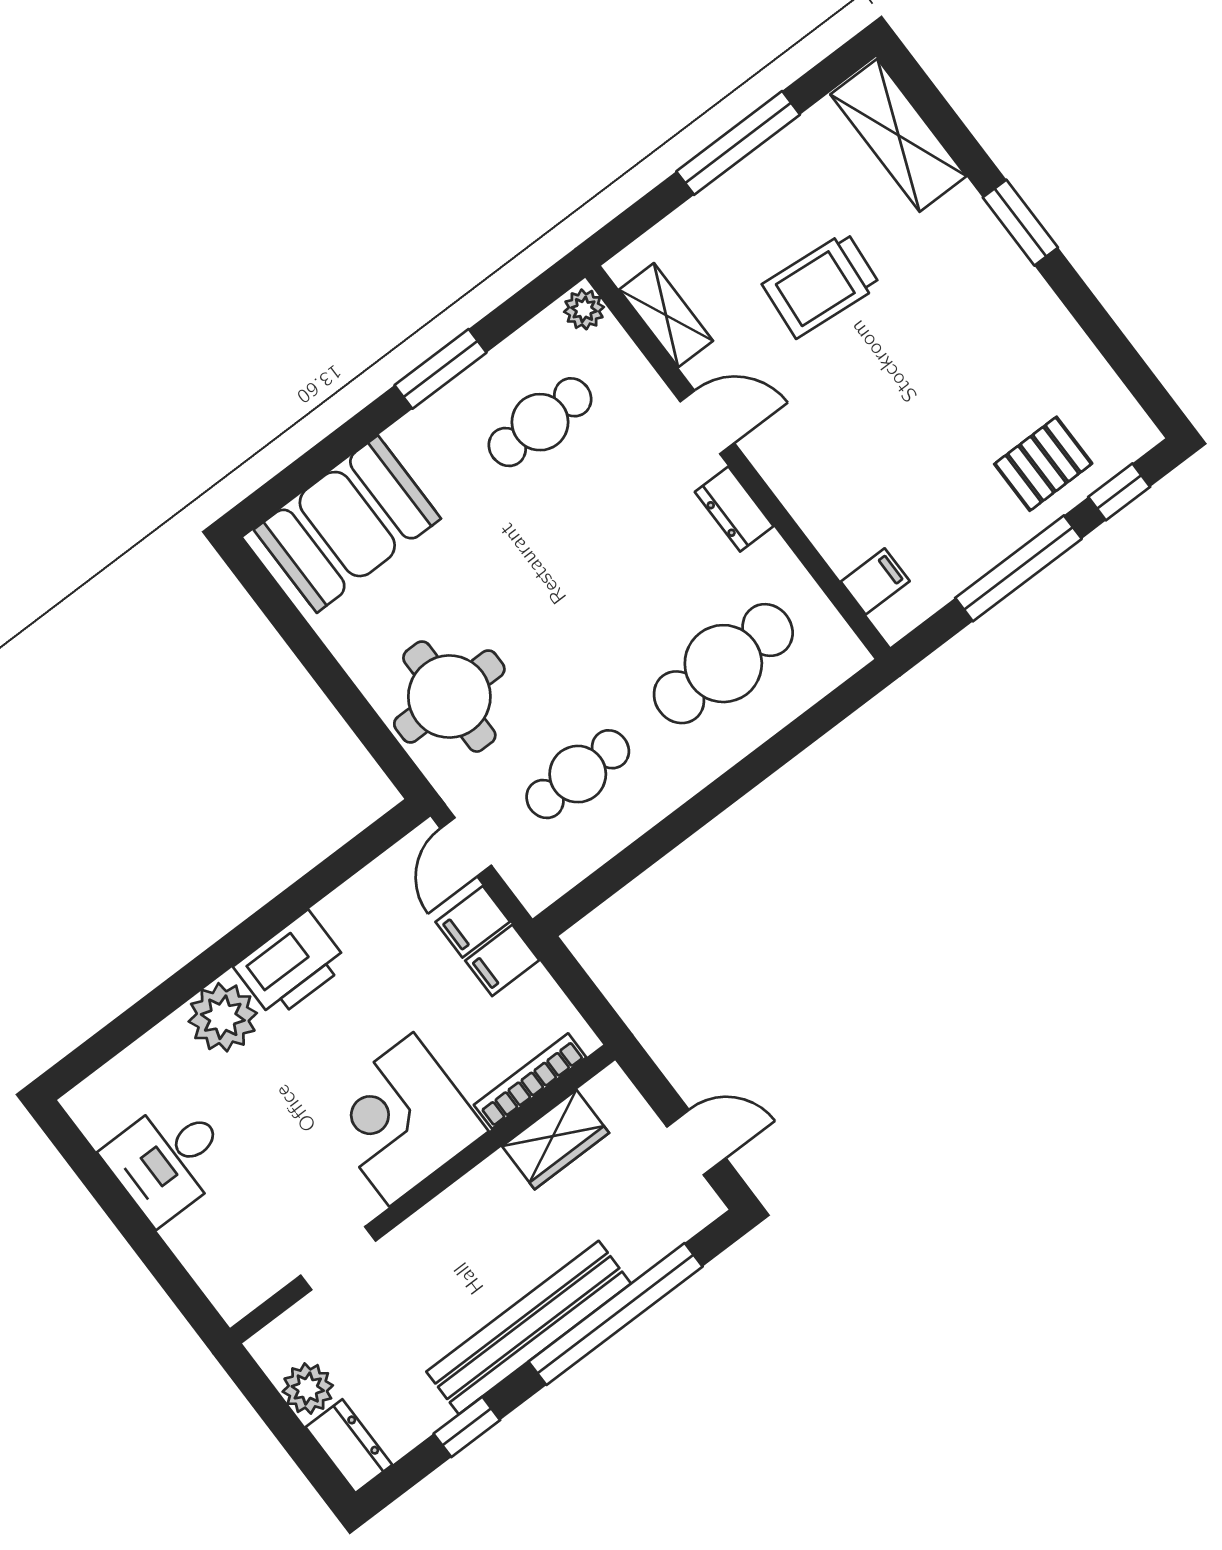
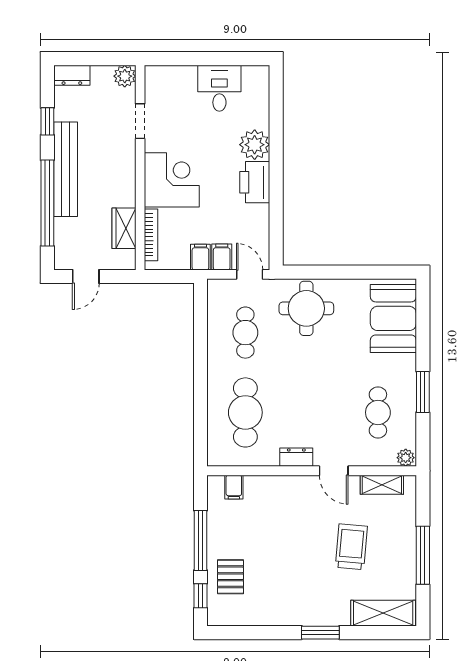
door: (707, 422) -> (334, 471), hinge flipped
plant: (308, 1388) -> (125, 76), moved

